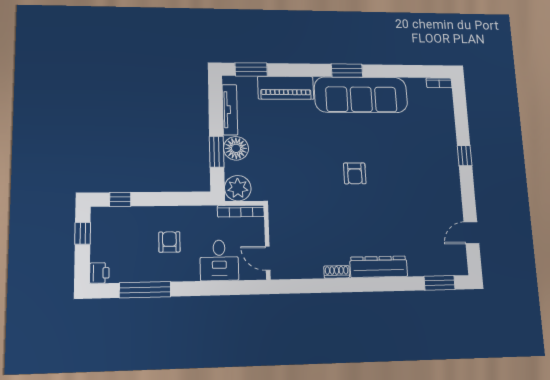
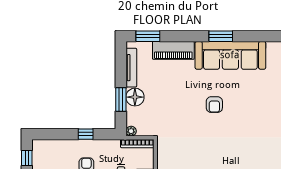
armchair: (355, 173) -> (214, 105), moved
plant: (238, 188) -> (131, 131), width x0.53, depth x0.53
window: (120, 199) -> (86, 134), moved

